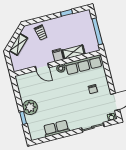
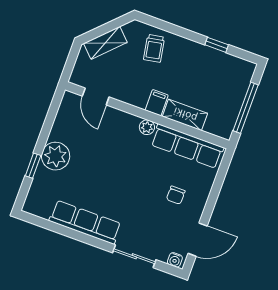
door: (42, 67) -> (96, 96), moved
row of seats: (56, 128) -> (85, 222), width x1.48

